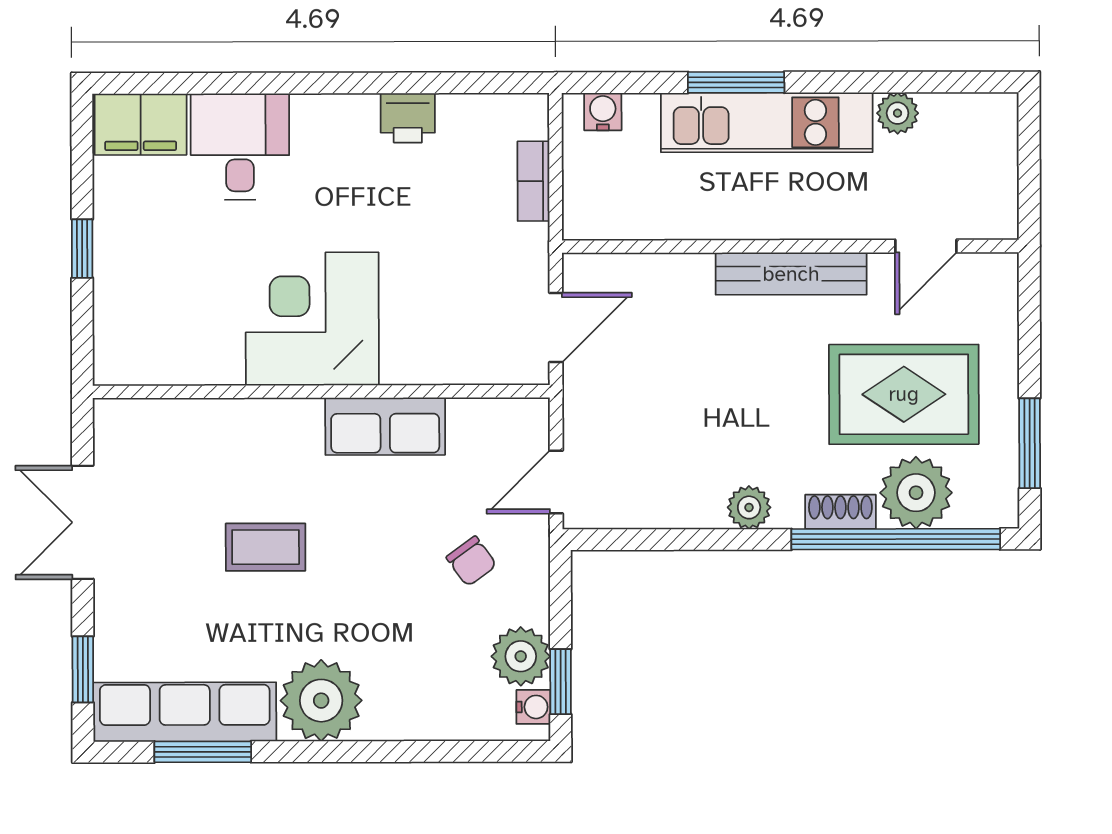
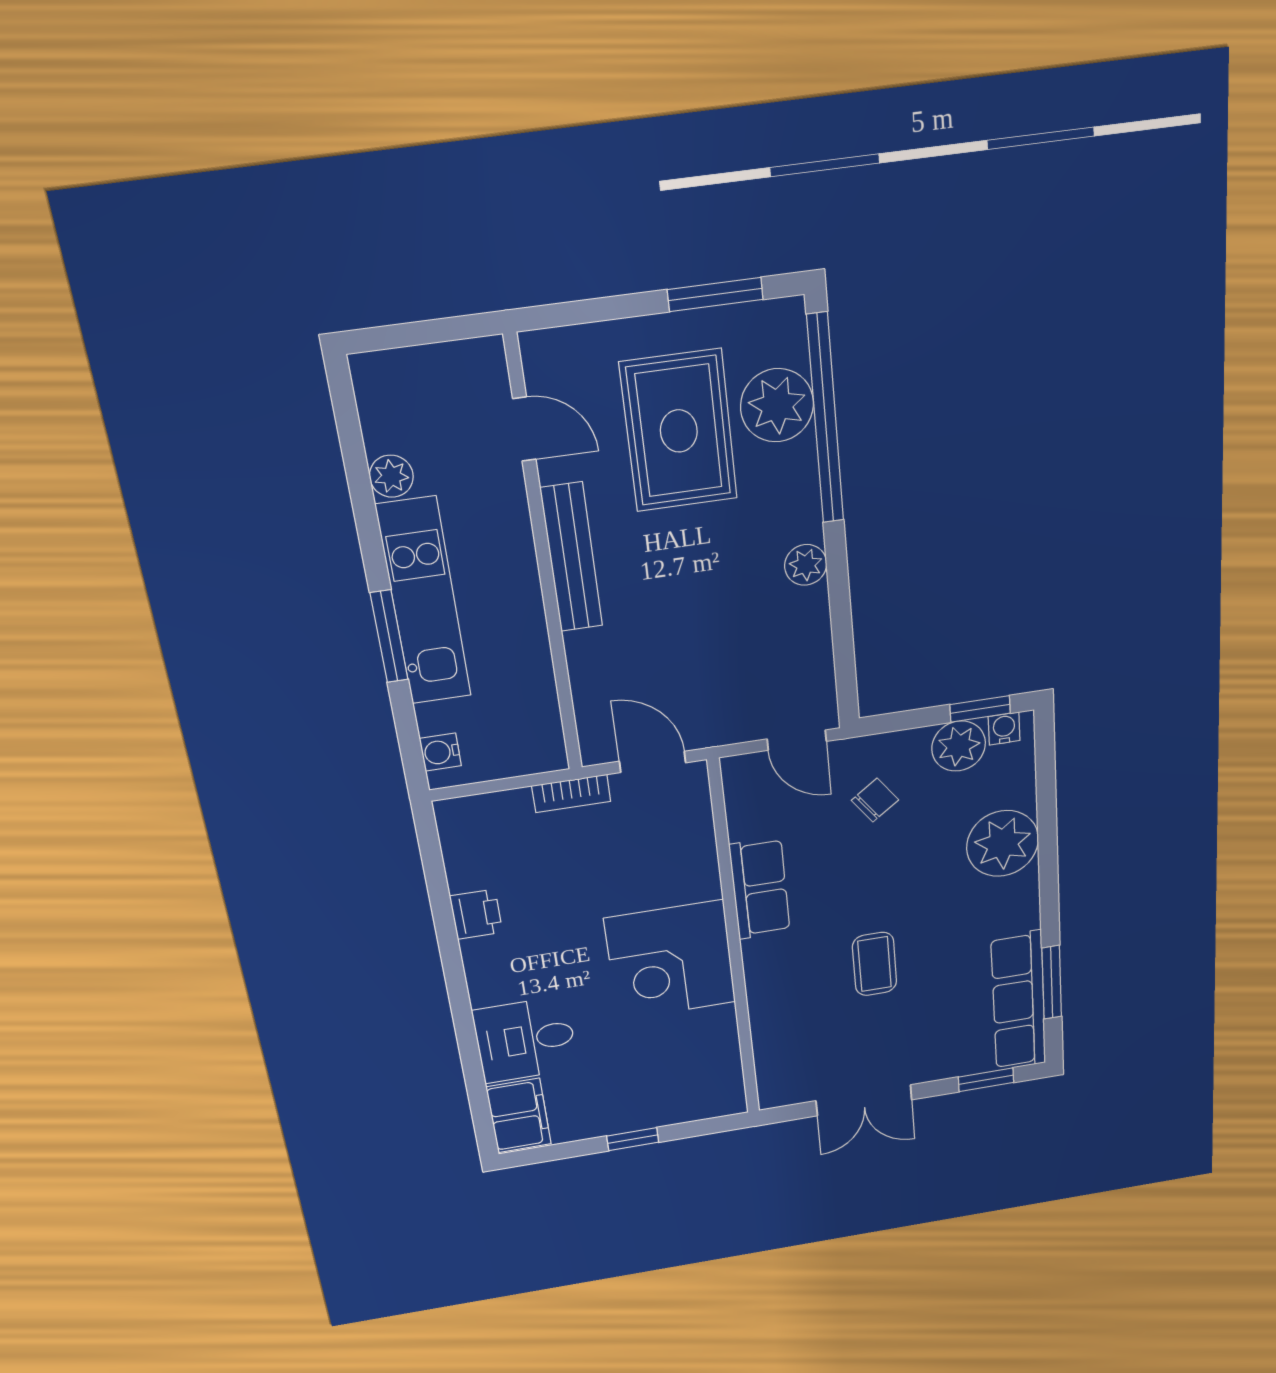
bookcase: (533, 181) -> (571, 794), moved
shoe rack: (840, 512) -> (802, 477), removed
plant: (321, 701) -> (1003, 843), moved

